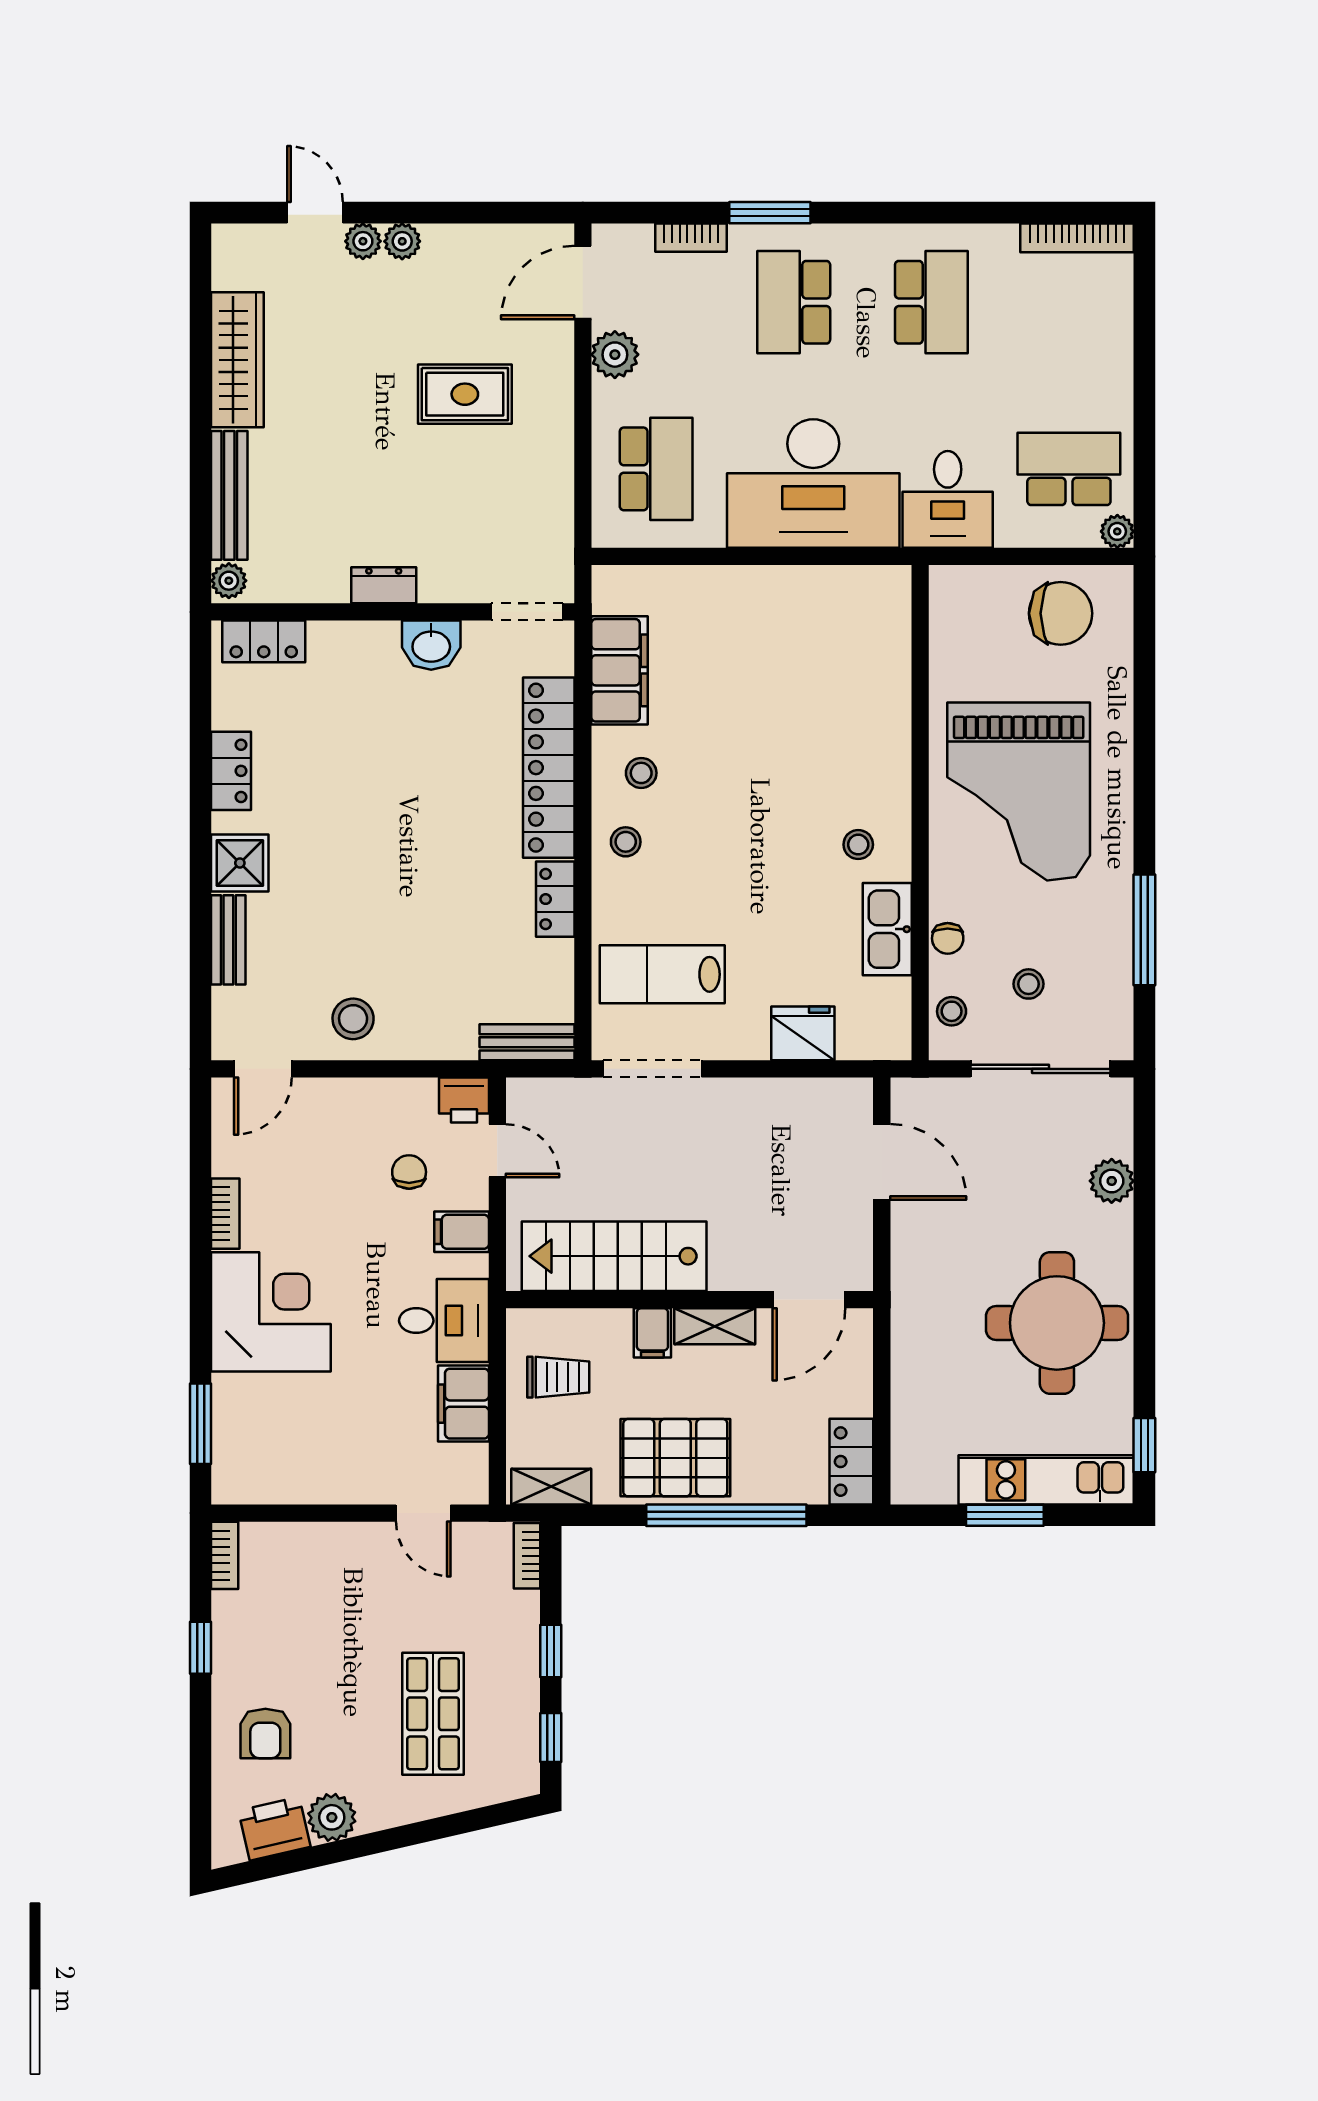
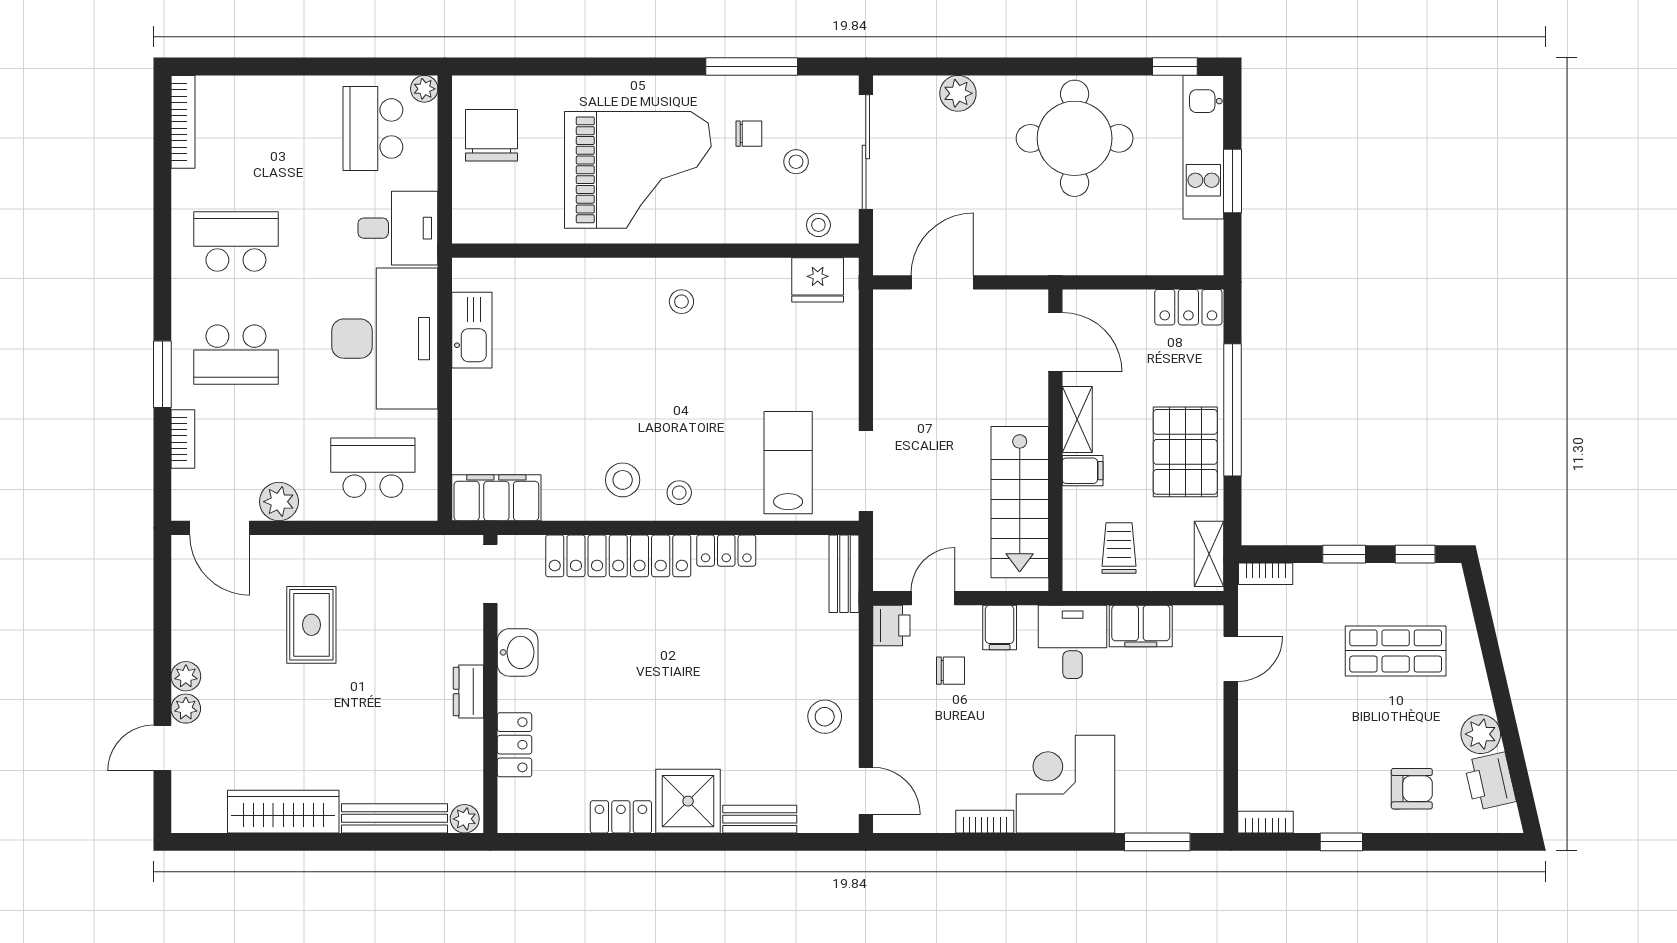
locker: (264, 641) -> (515, 745), moved
filing cabinet: (619, 670) -> (496, 498), moved
stool: (641, 773) -> (623, 480), width x1.37, depth x1.37
shower: (240, 863) -> (688, 801), width x1.36, depth x1.36
kitchen sink: (887, 929) -> (472, 330), moved, turned -90
chair: (948, 938) -> (749, 134), moved
lab bench: (662, 974) -> (788, 463), turned 180
fridge: (803, 1033) -> (818, 280), moved, turned -90
chair: (409, 1172) -> (951, 671), turned 180

